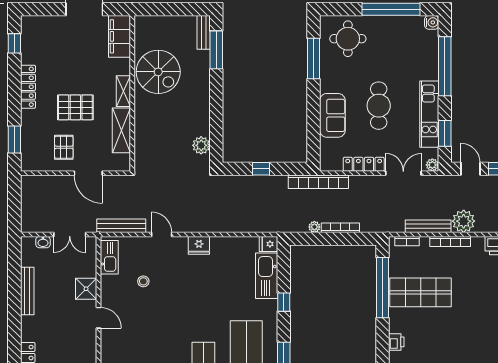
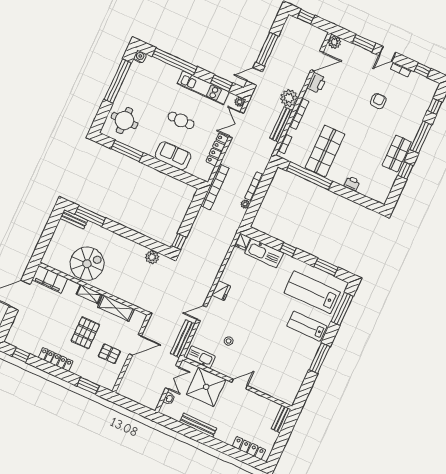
cafe table: (379, 106) -> (181, 120), width x0.73, depth x0.74
window: (261, 169) -> (179, 241), moved
shower: (86, 289) -> (206, 387), width x1.86, depth x1.86

